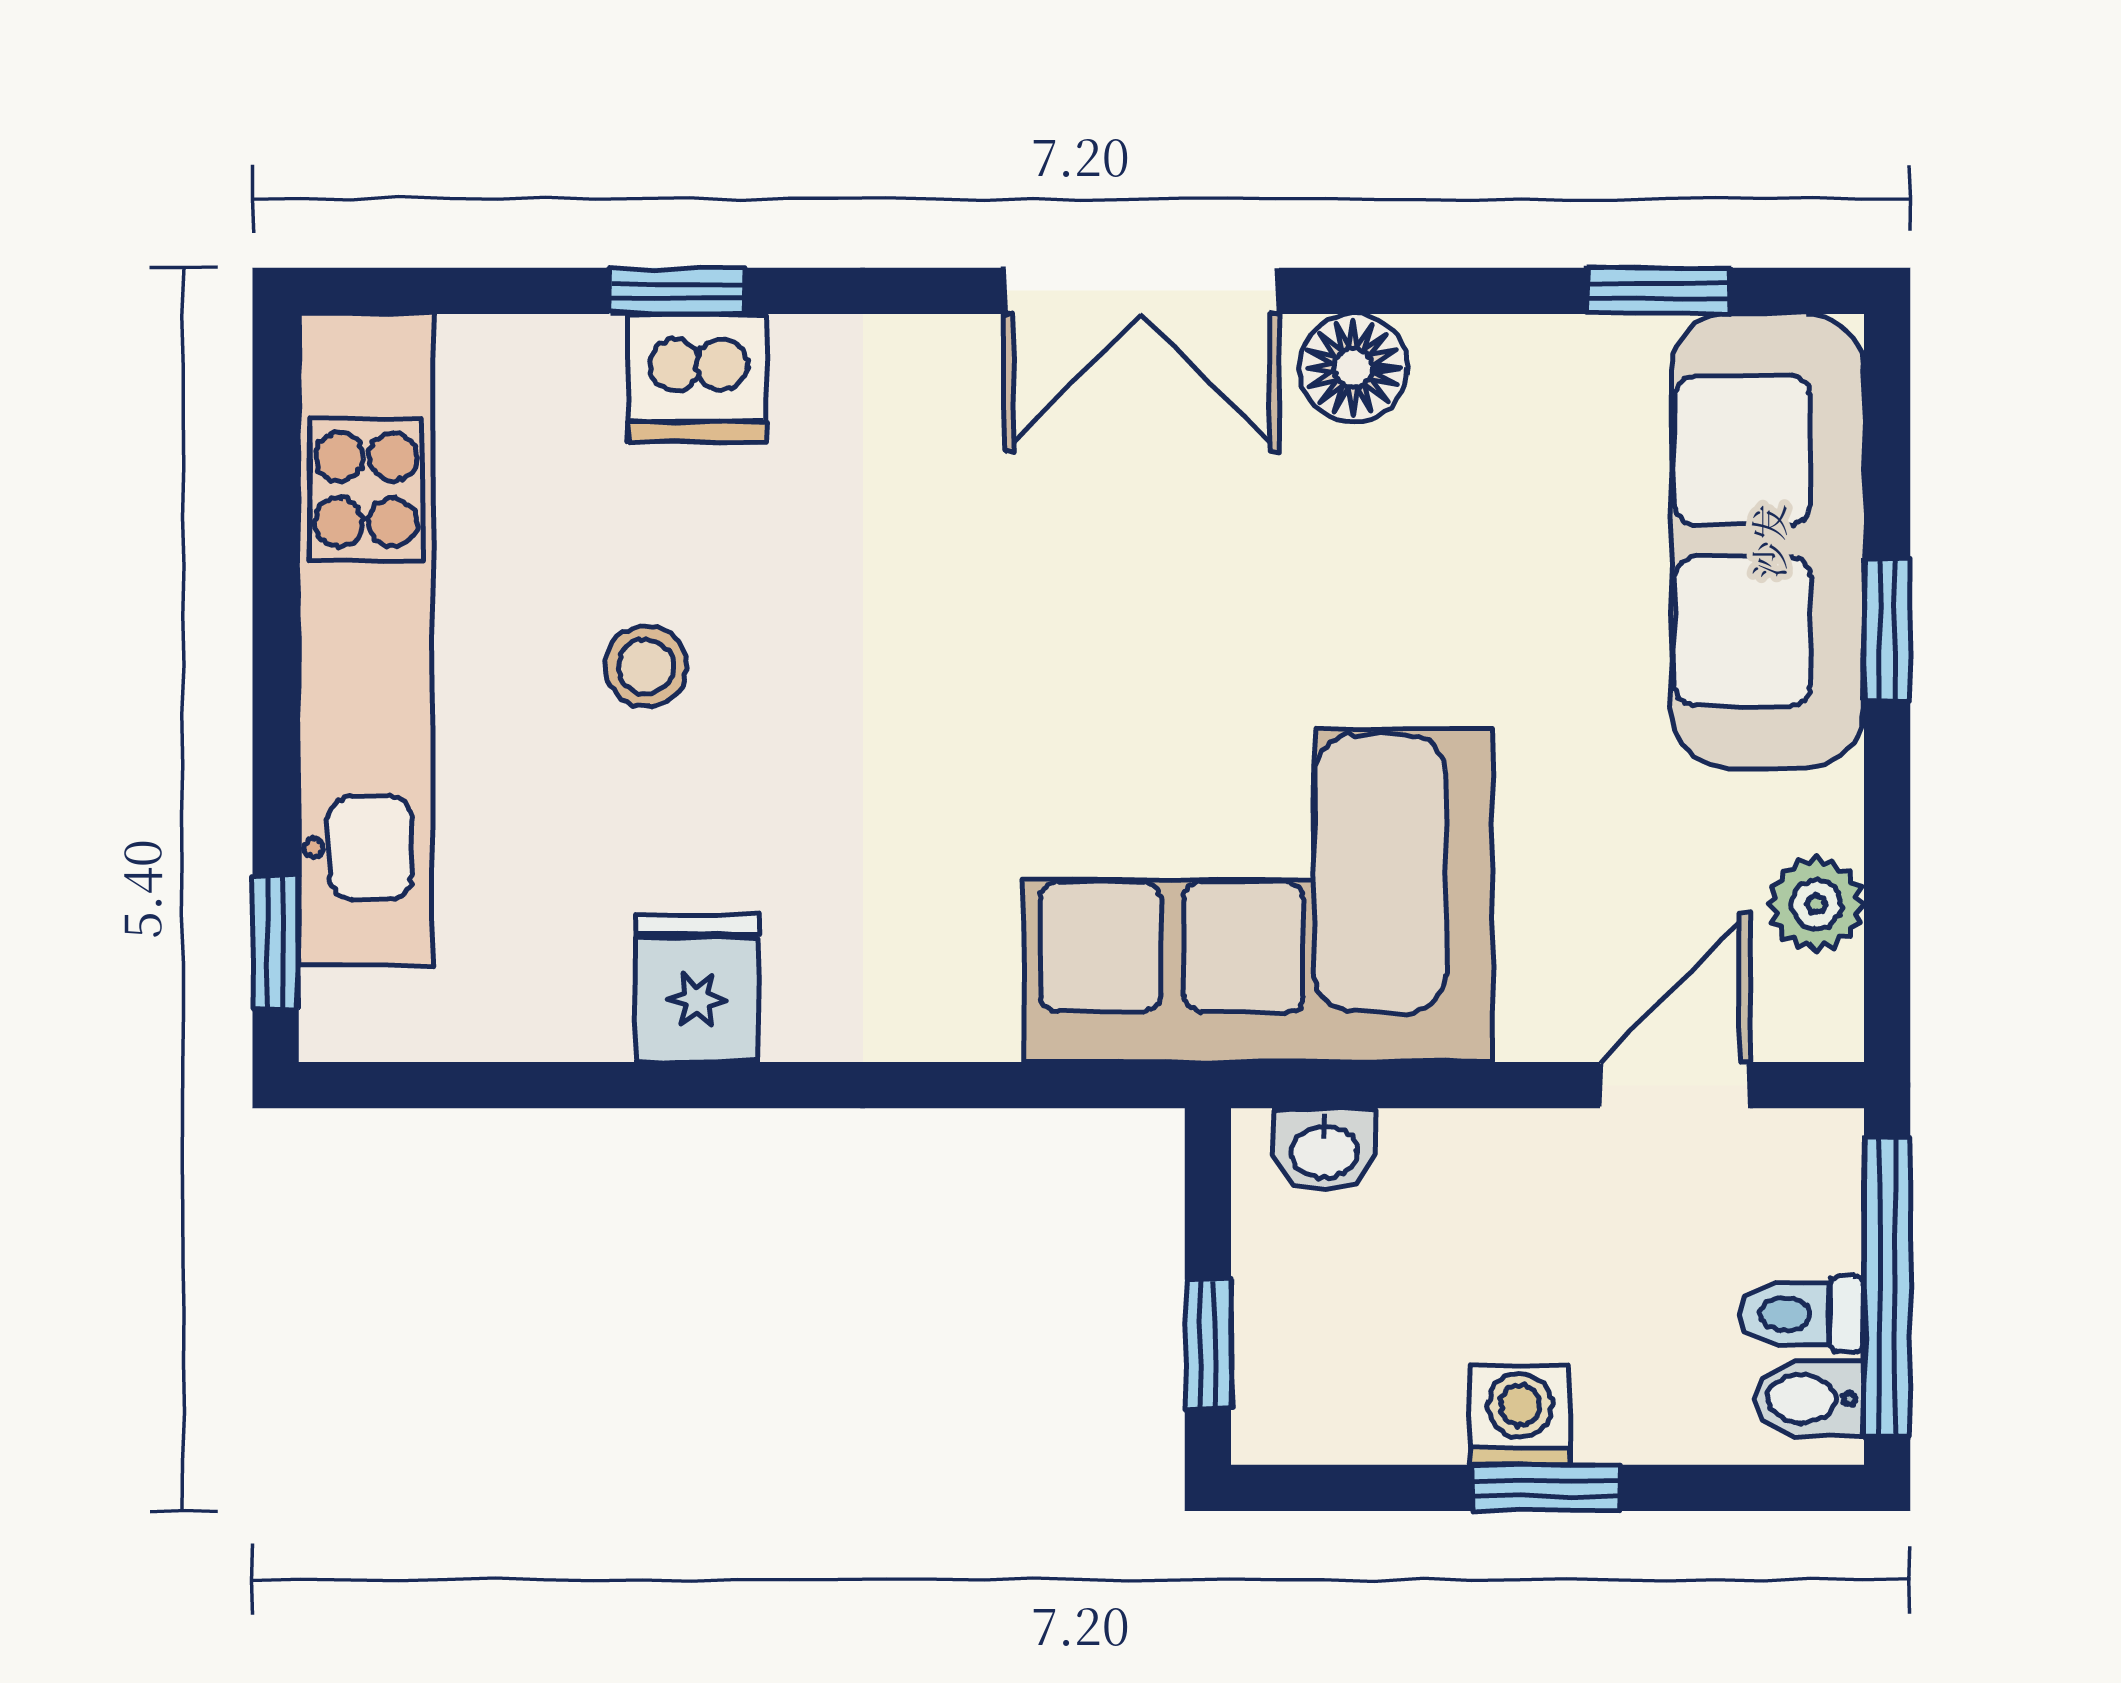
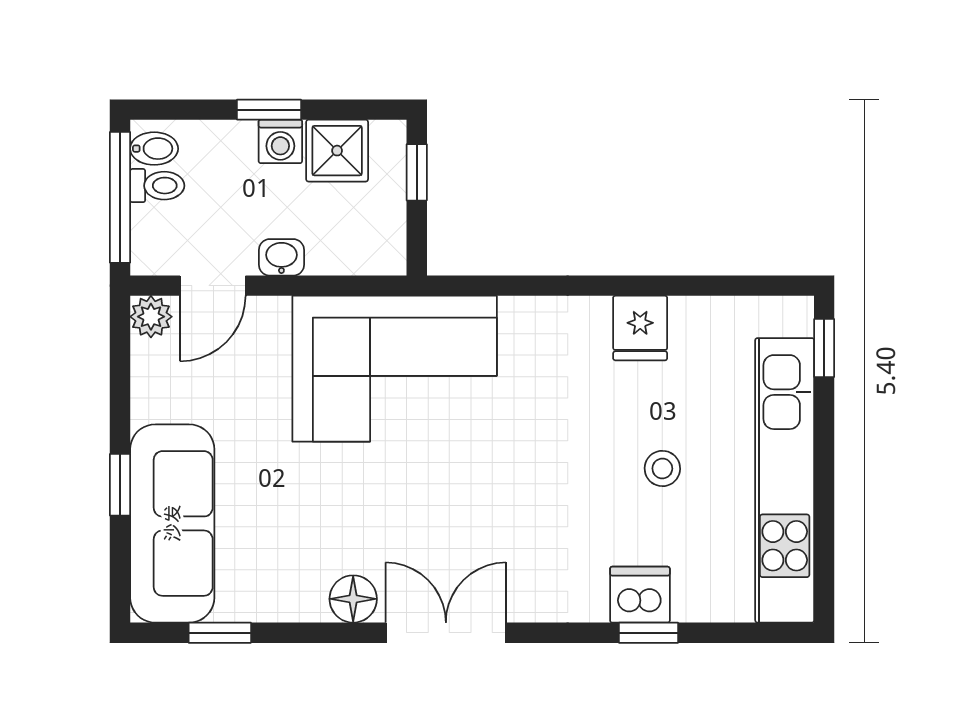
plant: (1816, 904) -> (151, 317), moved
washbasin: (1324, 1150) -> (281, 257), moved
shower: (1390, 1394) -> (337, 151), added

